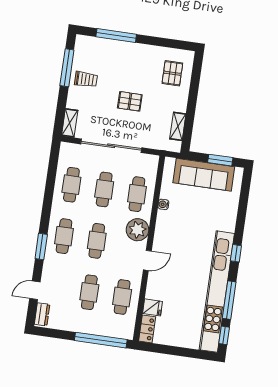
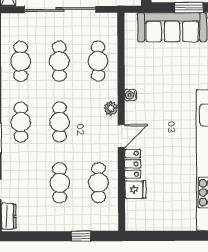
water cooler: (163, 204) -> (131, 95), moved
plant: (137, 230) -> (111, 108), width x0.53, depth x0.53
locker: (147, 329) -> (133, 164), moved
window: (101, 340) -> (81, 236), width x0.32

